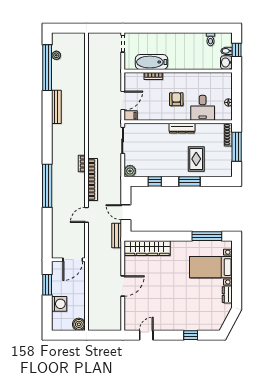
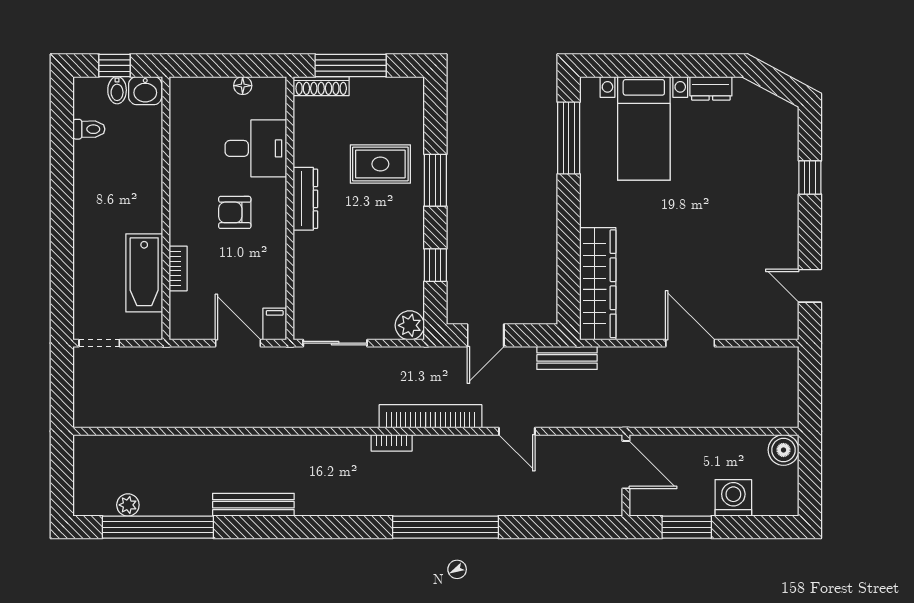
door: (126, 212) -> (486, 335), moved

